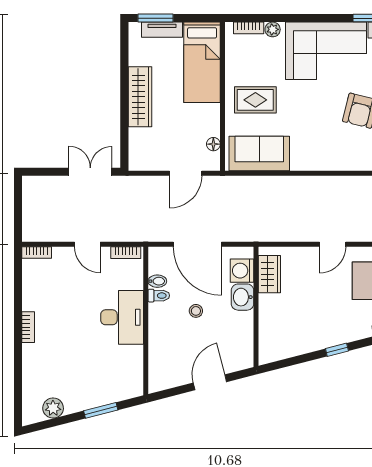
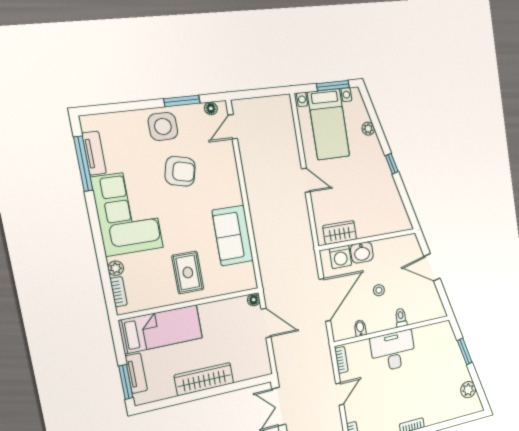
floor lamp: (213, 144) -> (254, 300), moved
sofa: (259, 154) -> (233, 236), moved
toilet: (159, 296) -> (401, 318), moved

